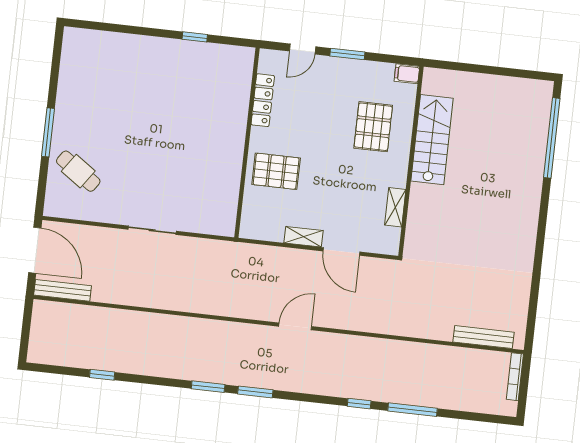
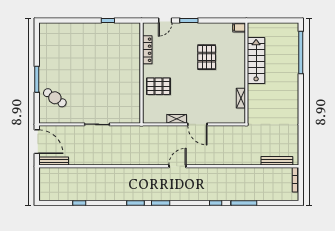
filing cabinet: (407, 74) -> (239, 27), moved
stairs: (432, 140) -> (256, 60), moved
wall: (411, 161) -> (246, 73), moved
shelving: (395, 207) -> (241, 98), moved

